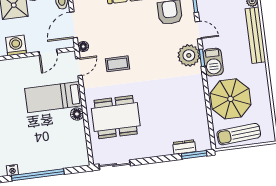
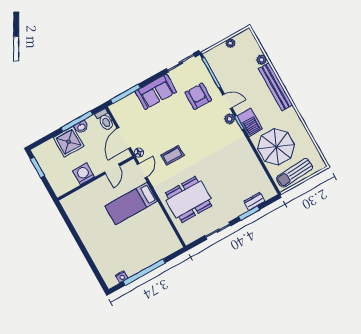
plant: (189, 55) -> (230, 119), width x0.53, depth x0.53
floor lamp: (77, 114) -> (156, 210), removed
window: (194, 155) -> (249, 213), moved
sliding door: (115, 165) -> (218, 231), moved

